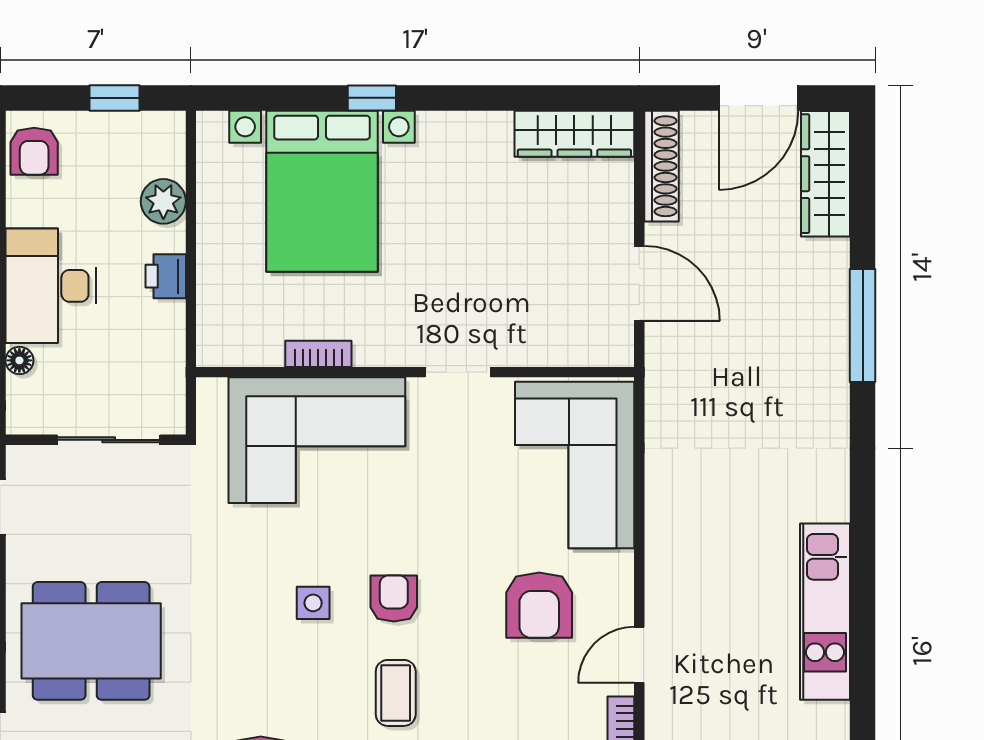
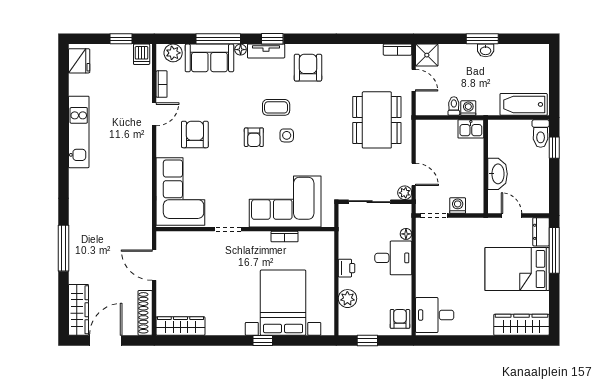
desk: (51, 286) -> (393, 258), width x0.73
plant: (23, 462) -> (405, 193), added
dining table: (91, 641) -> (377, 120), turned 90
coffee table: (396, 693) -> (276, 107), moved, turned 90

